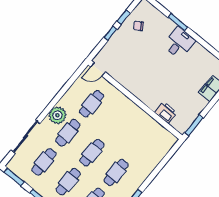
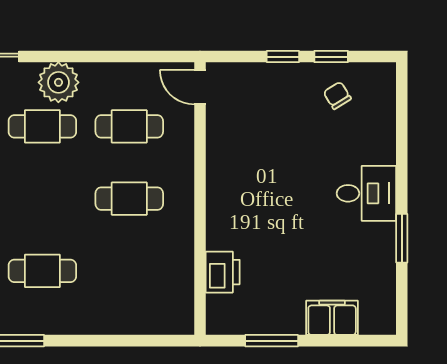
window: (178, 22) -> (402, 238), moved
window: (194, 125) -> (272, 341), moved
cafe table: (92, 153) -> (129, 199), moved

